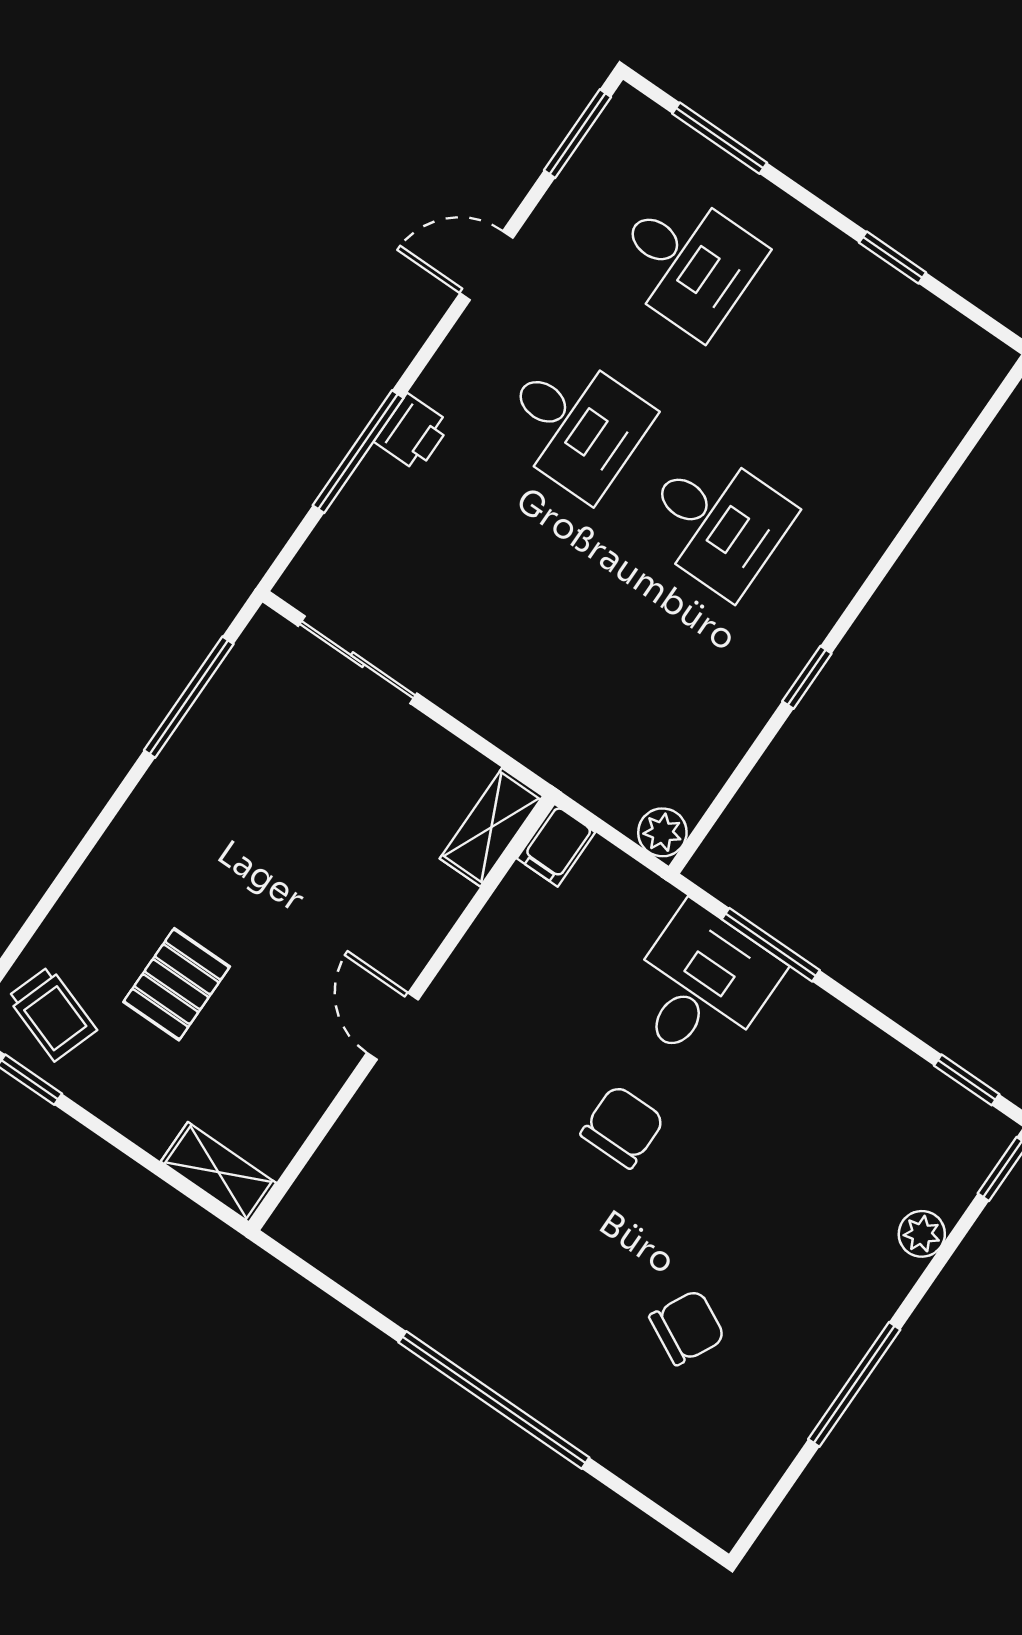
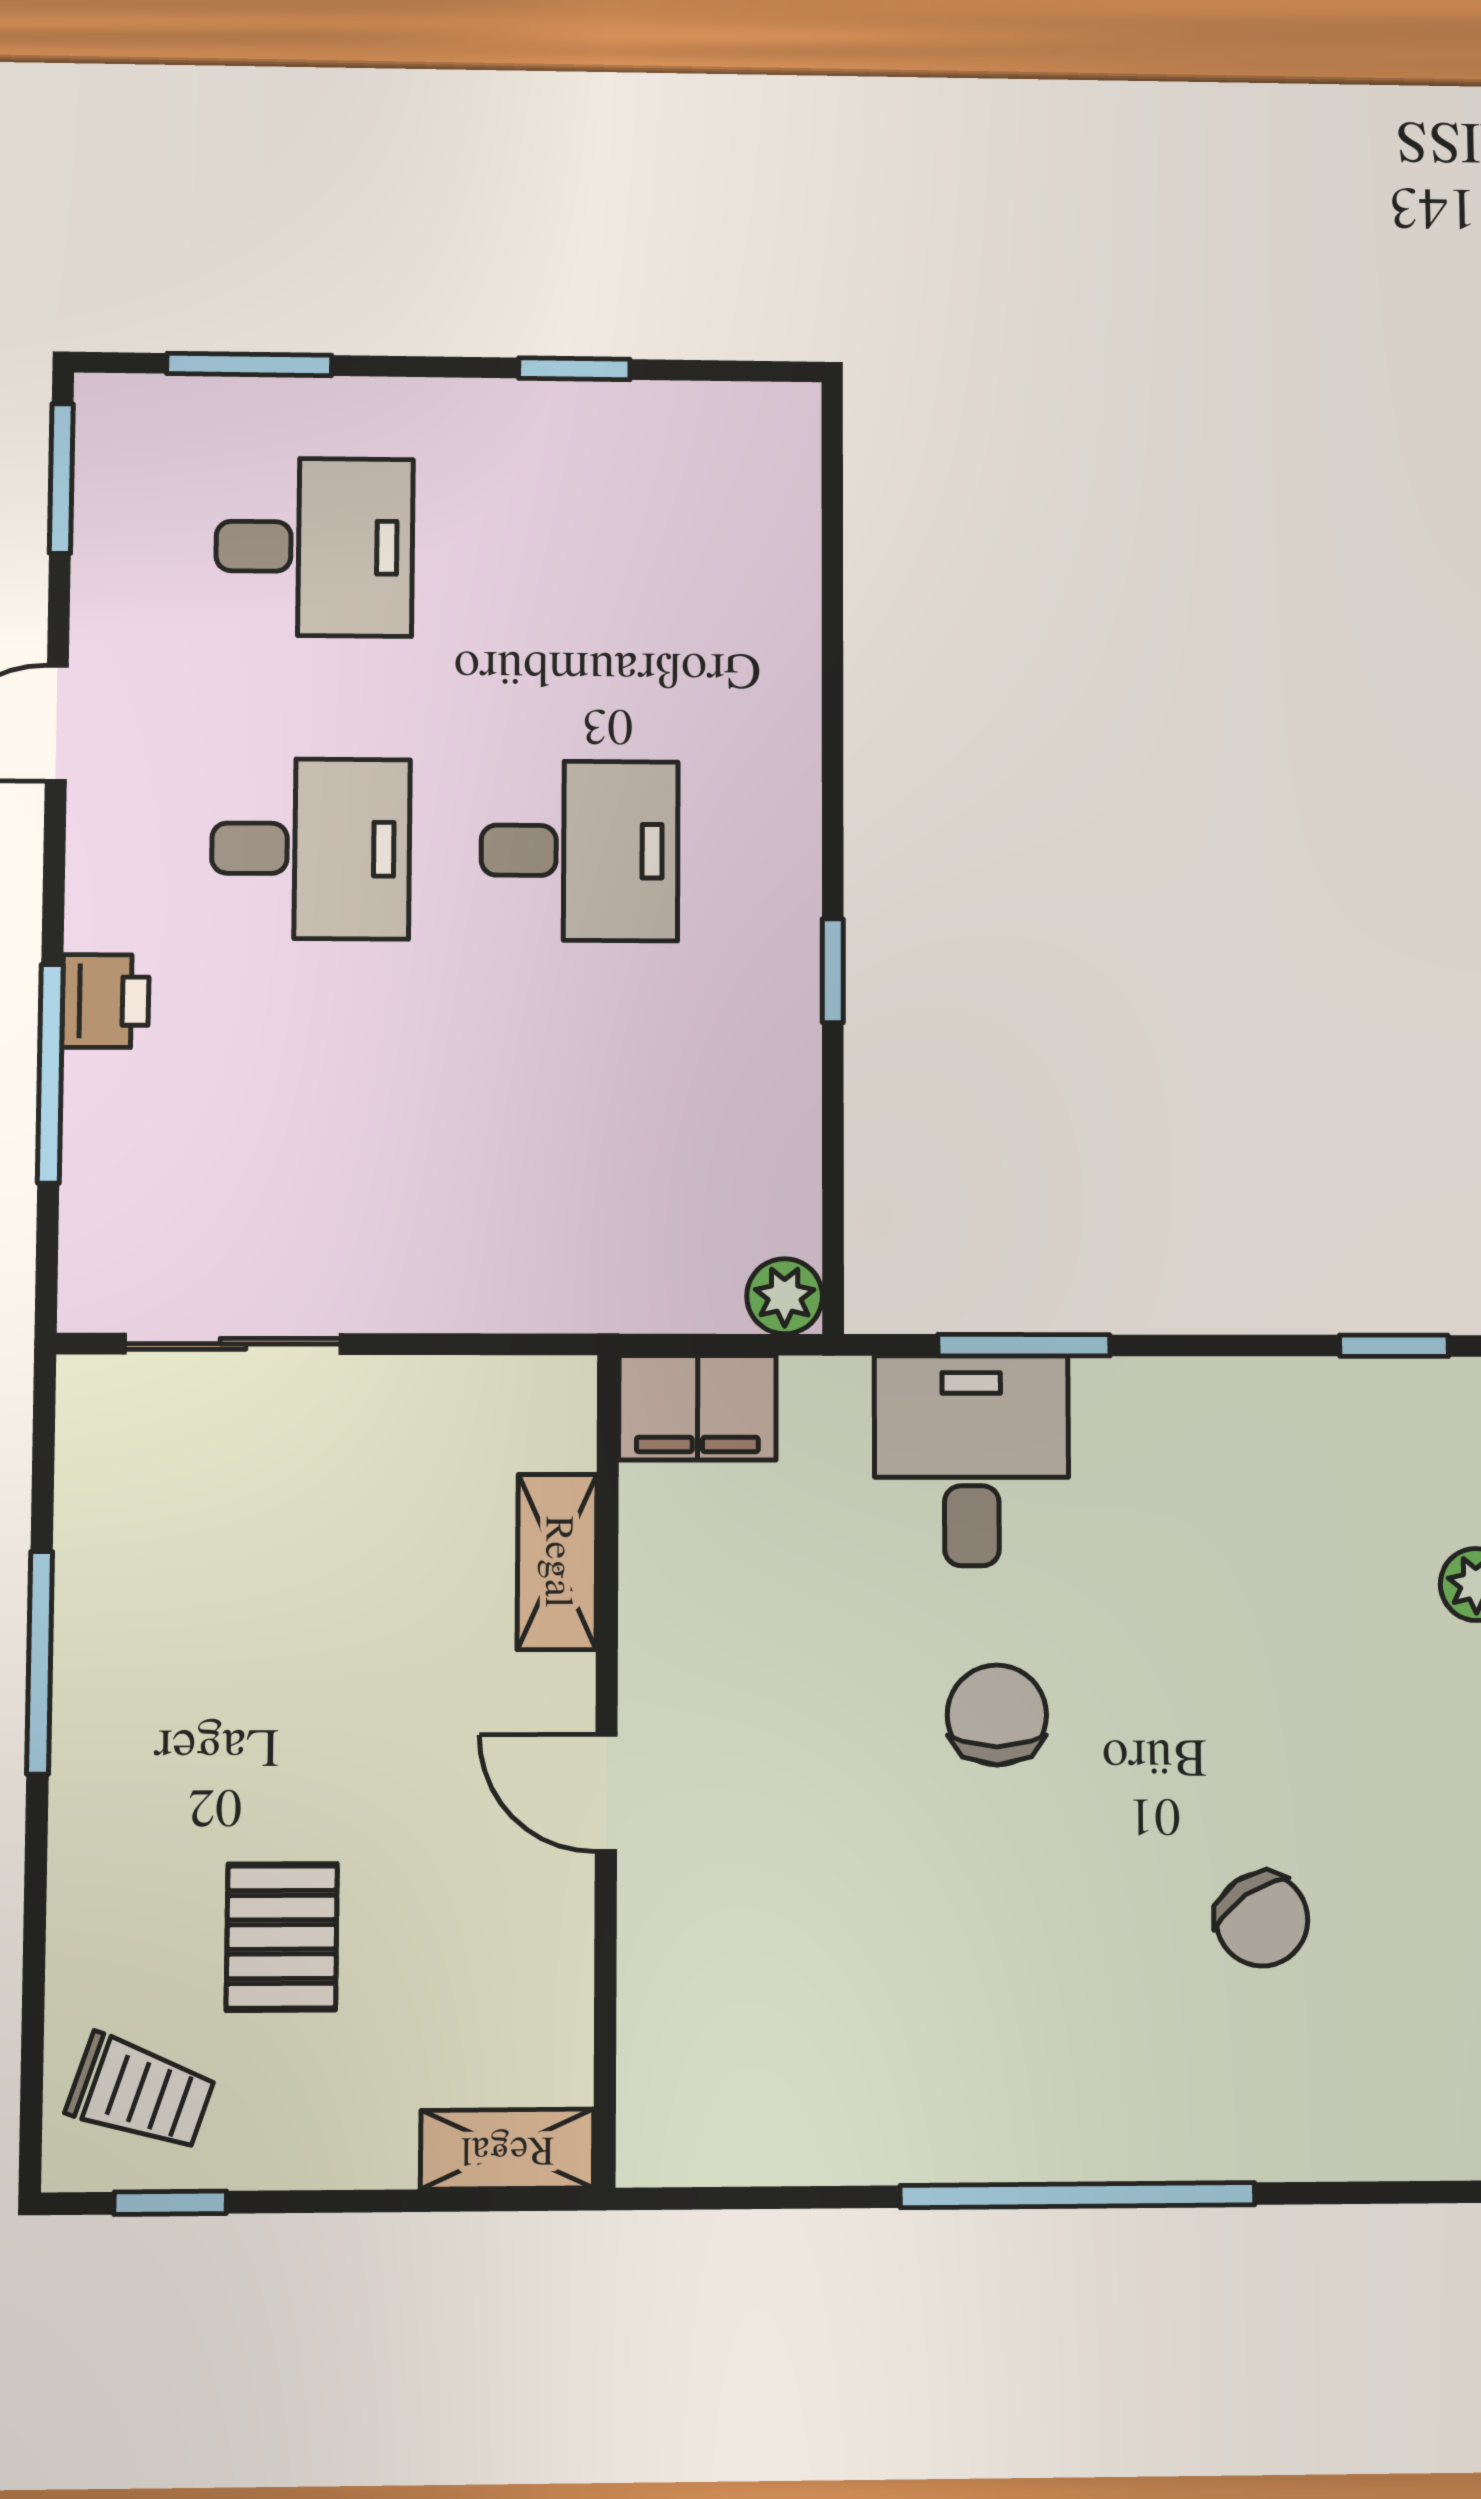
window: (189, 697) -> (39, 1663), moved
shelving: (491, 827) -> (557, 1562), moved
filing cabinet: (556, 845) -> (697, 1408), width x2.00
chair: (687, 1327) -> (1262, 1919), turned 119

